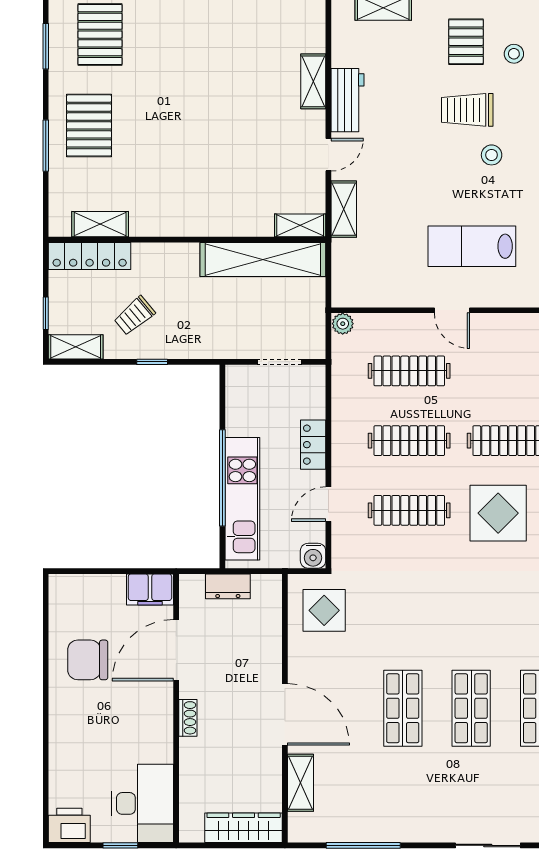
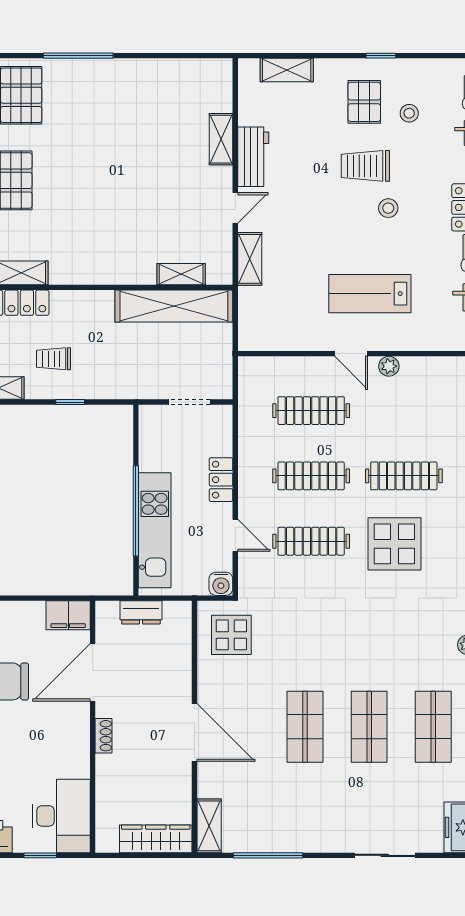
shelving: (300, 225) -> (181, 274), moved
trolley: (134, 316) -> (53, 359), turned 40
plant: (343, 324) -> (389, 366), moved
door: (328, 504) -> (235, 535), swing flipped
shelving: (300, 783) -> (209, 826), moved

